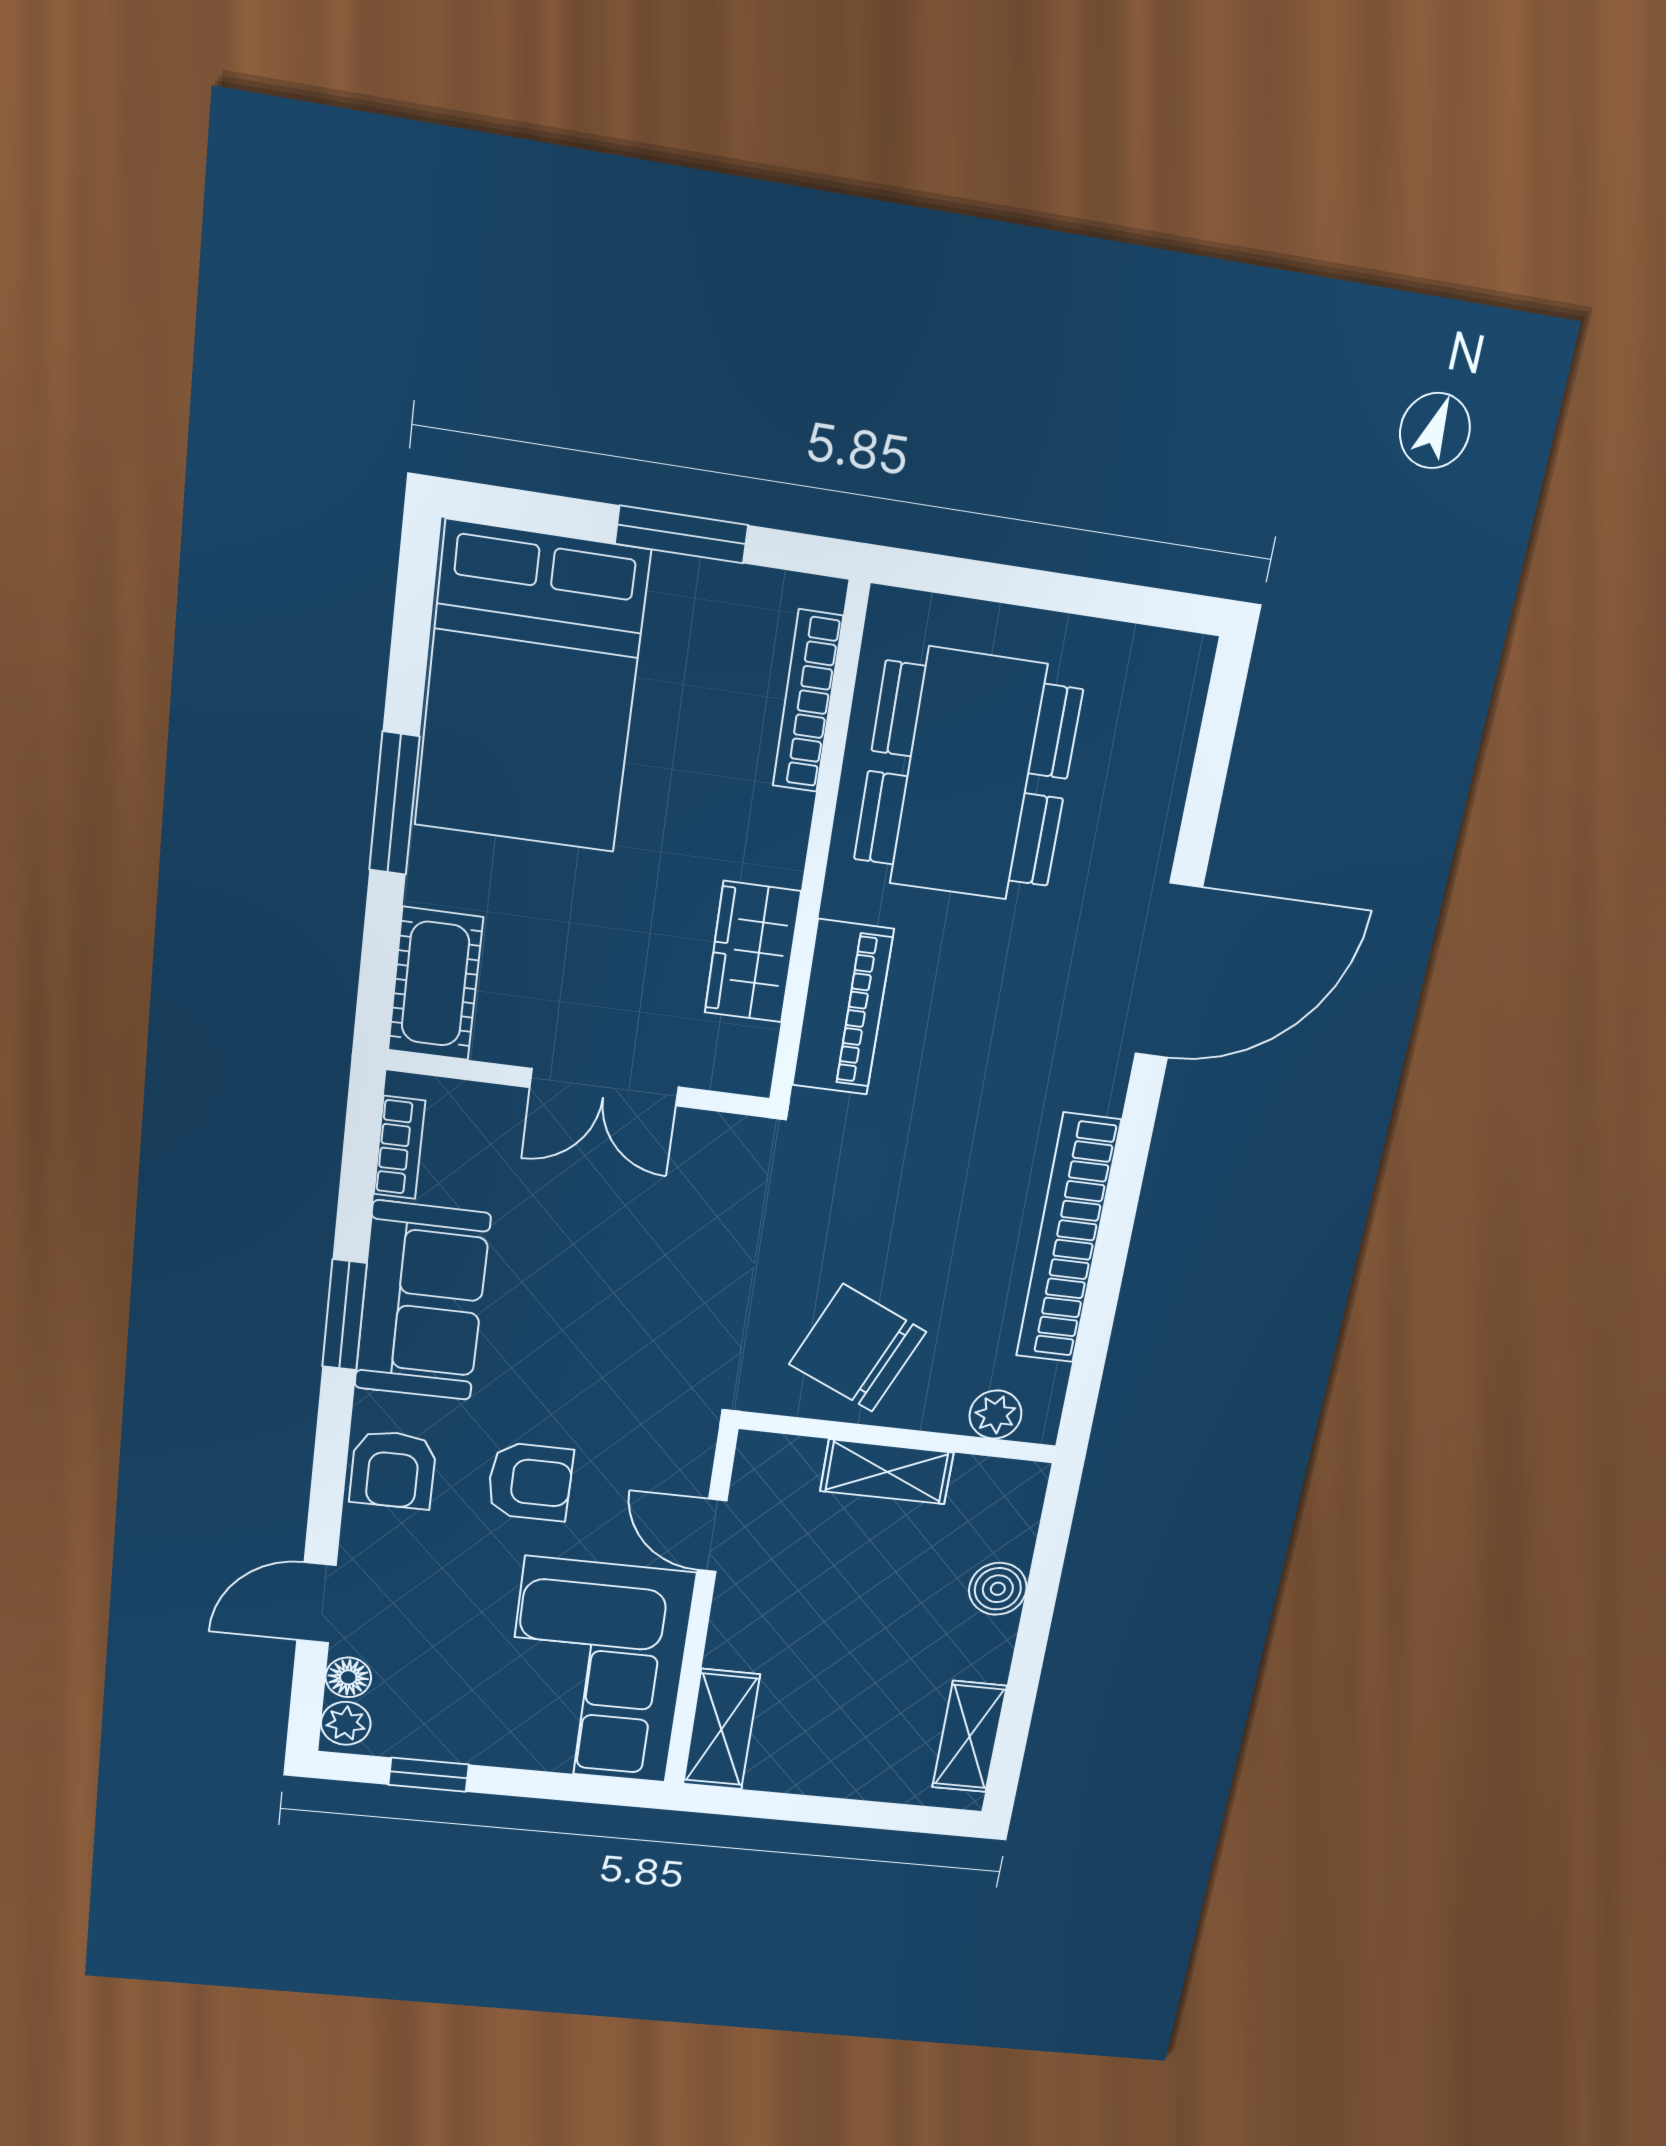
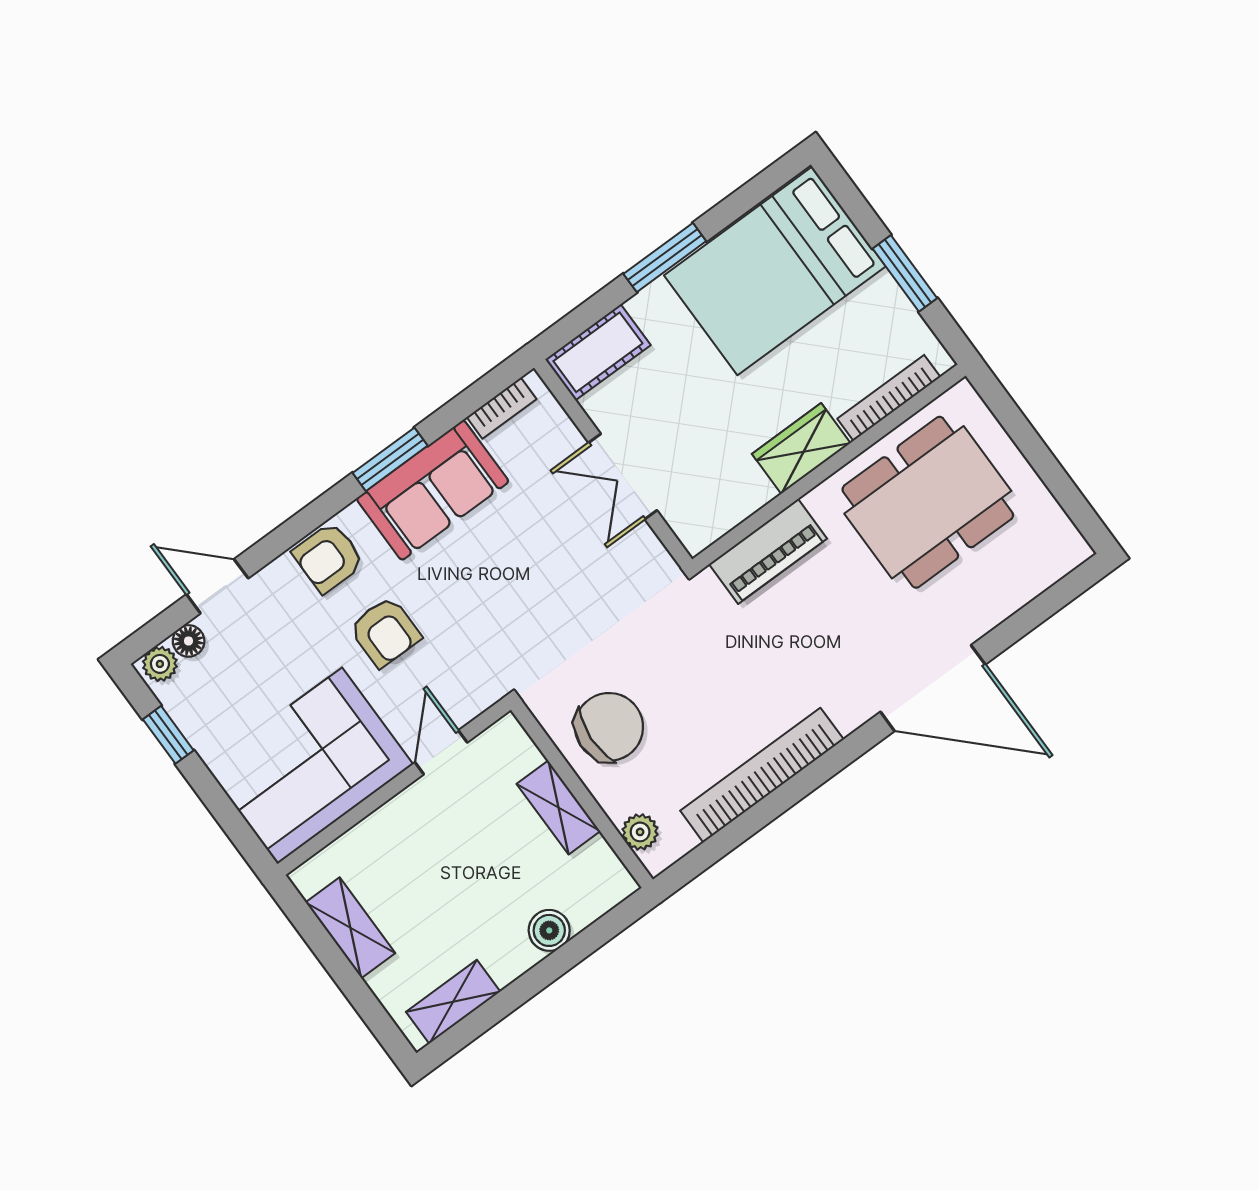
wardrobe: (753, 952) -> (801, 448), moved
chair: (858, 1348) -> (609, 727), turned 69
shelving: (721, 1729) -> (350, 928), moved, turned 90

